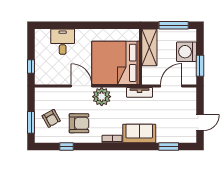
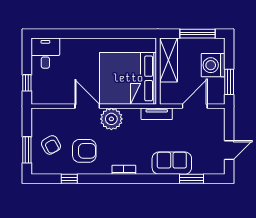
desk: (63, 42) -> (45, 53), moved
sofa: (139, 134) -> (172, 163), moved

